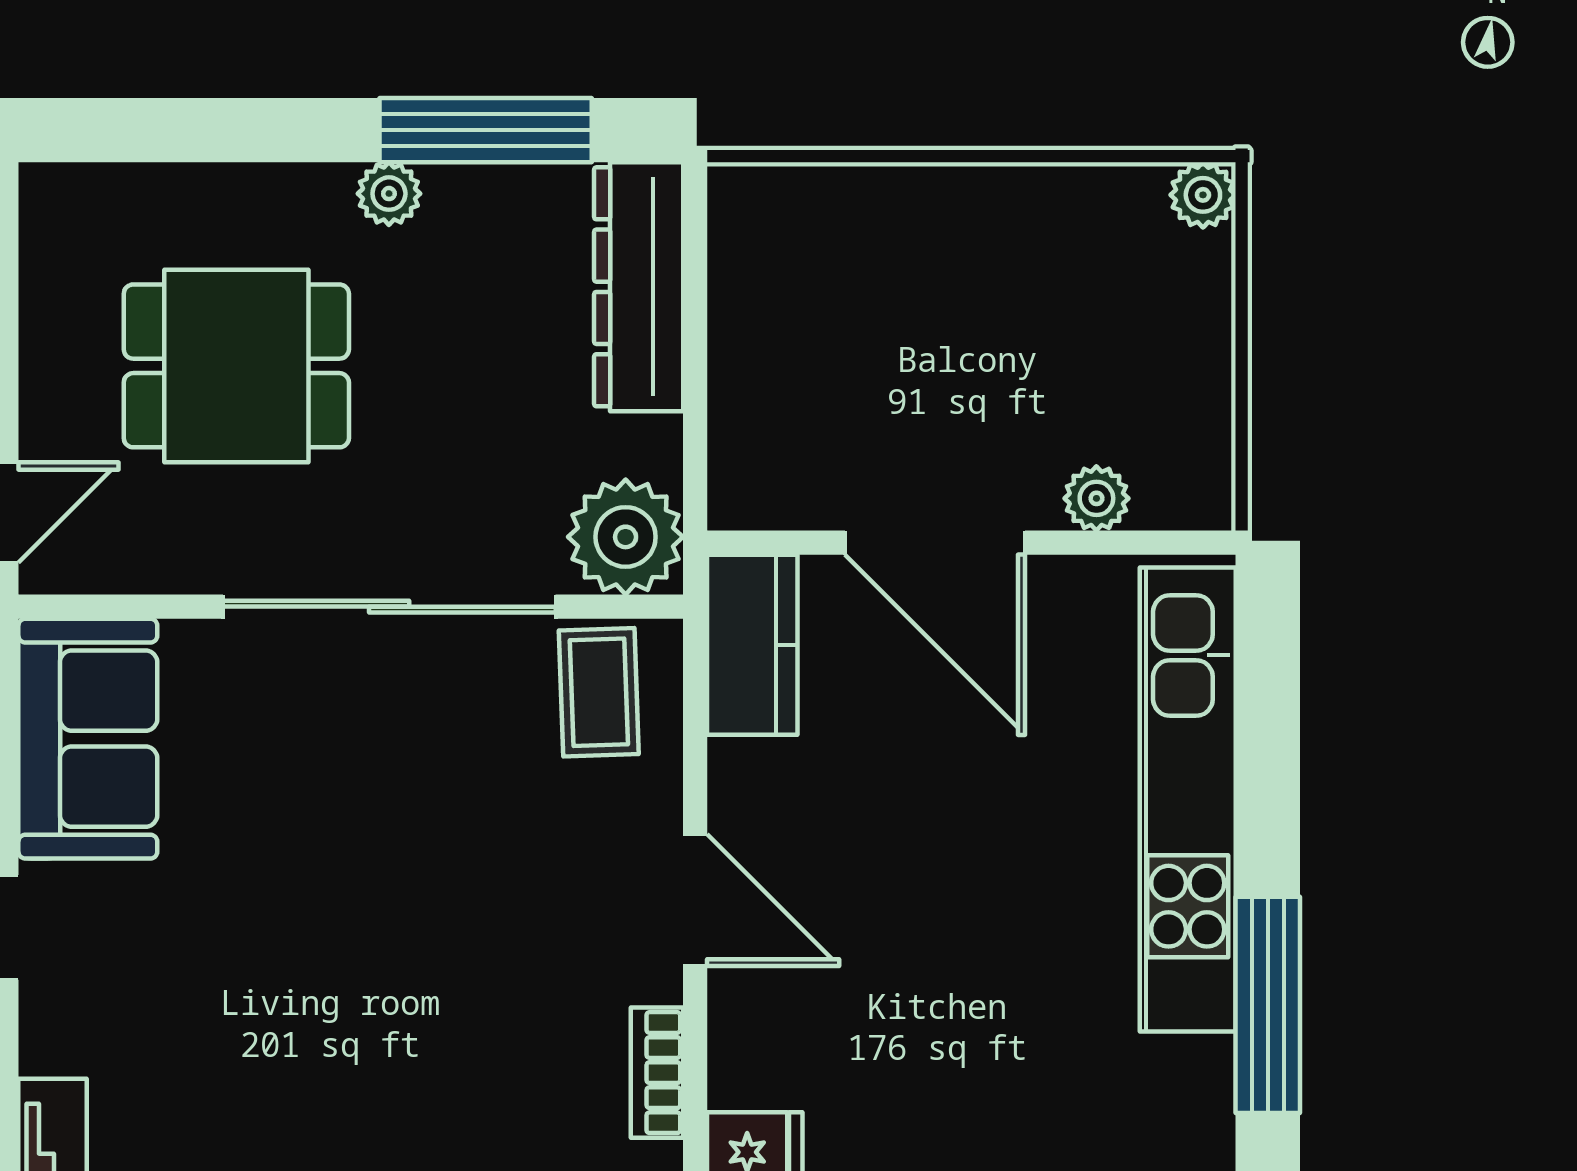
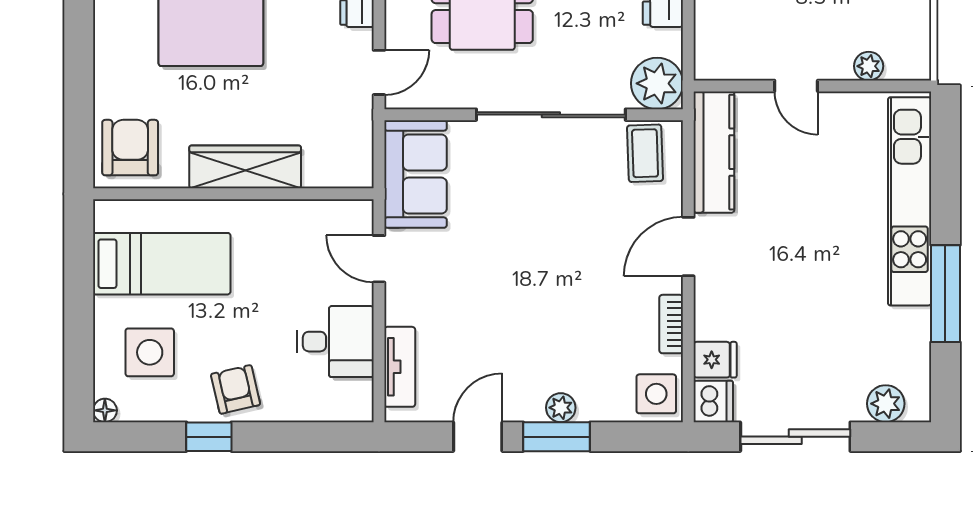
door: (935, 543) -> (796, 86), width x0.53
kitchen counter: (752, 645) -> (714, 152), width x1.50
door: (695, 900) -> (688, 247), swing flipped

